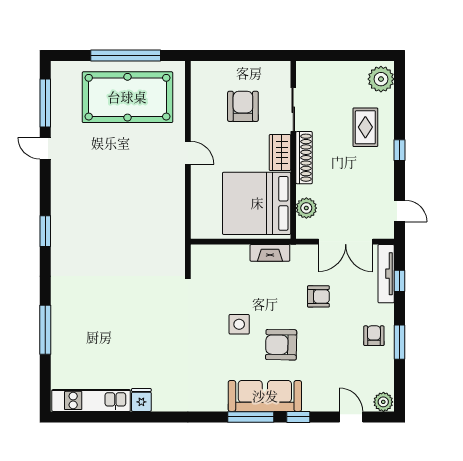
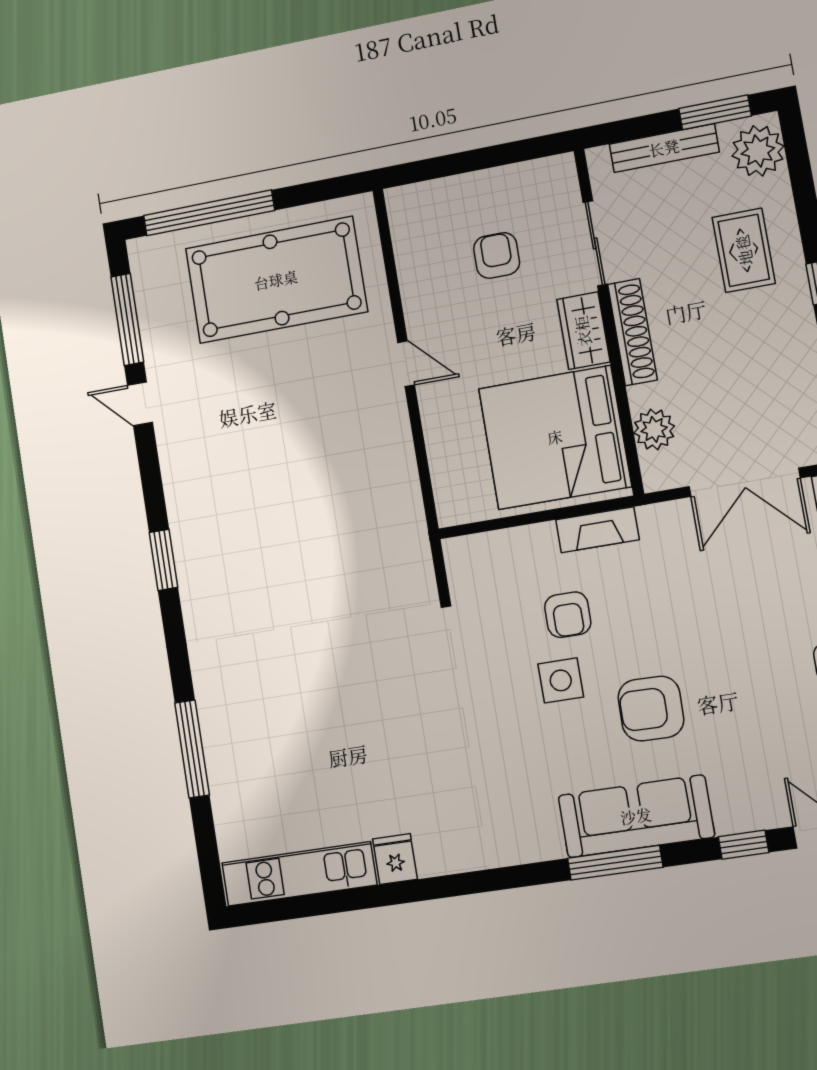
window: (126, 55) -> (209, 213), moved
window: (364, 55) -> (715, 112), added
bench: (336, 68) -> (664, 148), added
armchair: (243, 106) -> (497, 255), width x0.72, depth x0.72
armchair: (318, 296) -> (568, 615), moved, turned 90
window: (298, 417) -> (744, 845), moved

